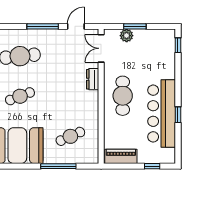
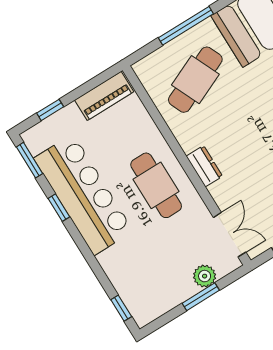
dresser: (93, 79) -> (204, 166), moved
cafe table: (70, 136) -> (195, 80), width x1.37, depth x1.35
window: (178, 147) -> (29, 160), added

